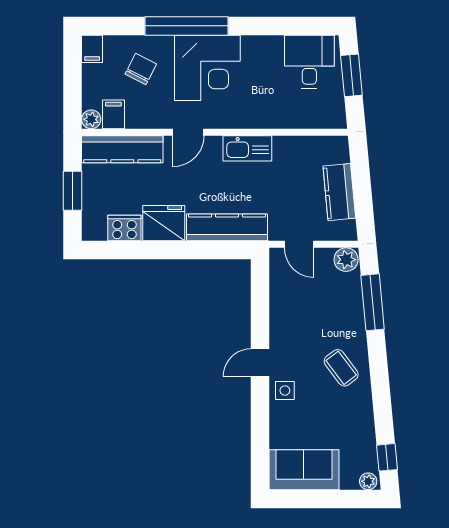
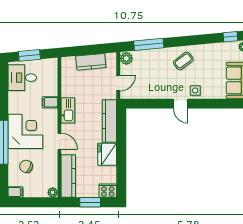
filing cabinet: (113, 114) -> (50, 102), moved
cooker: (124, 228) -> (108, 191), moved, turned 90

